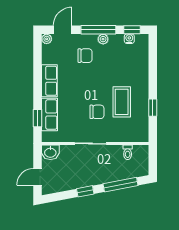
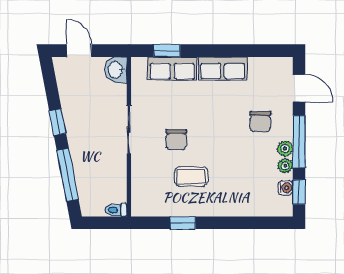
plant: (47, 39) -> (285, 166), moved
coffee table: (122, 102) -> (191, 176), width x0.73, depth x0.77
toilet: (128, 152) -> (116, 210), moved

